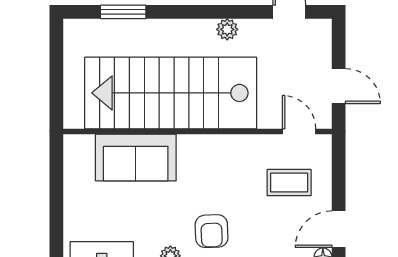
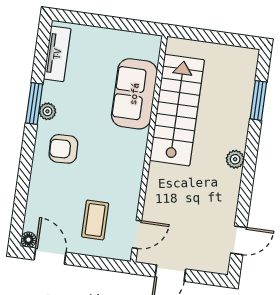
plant: (227, 29) -> (235, 159), moved
stairs: (171, 93) -> (177, 110), width x0.73, depth x0.66

